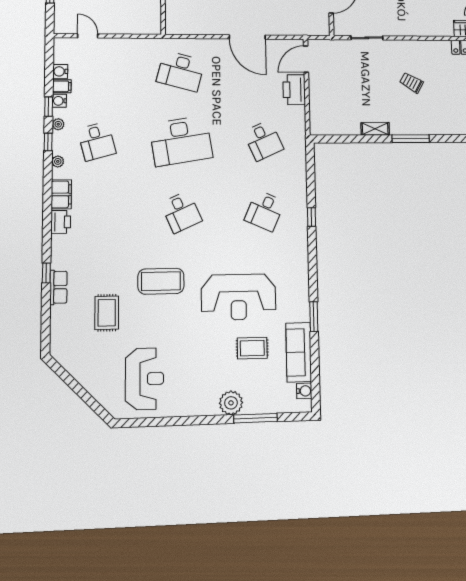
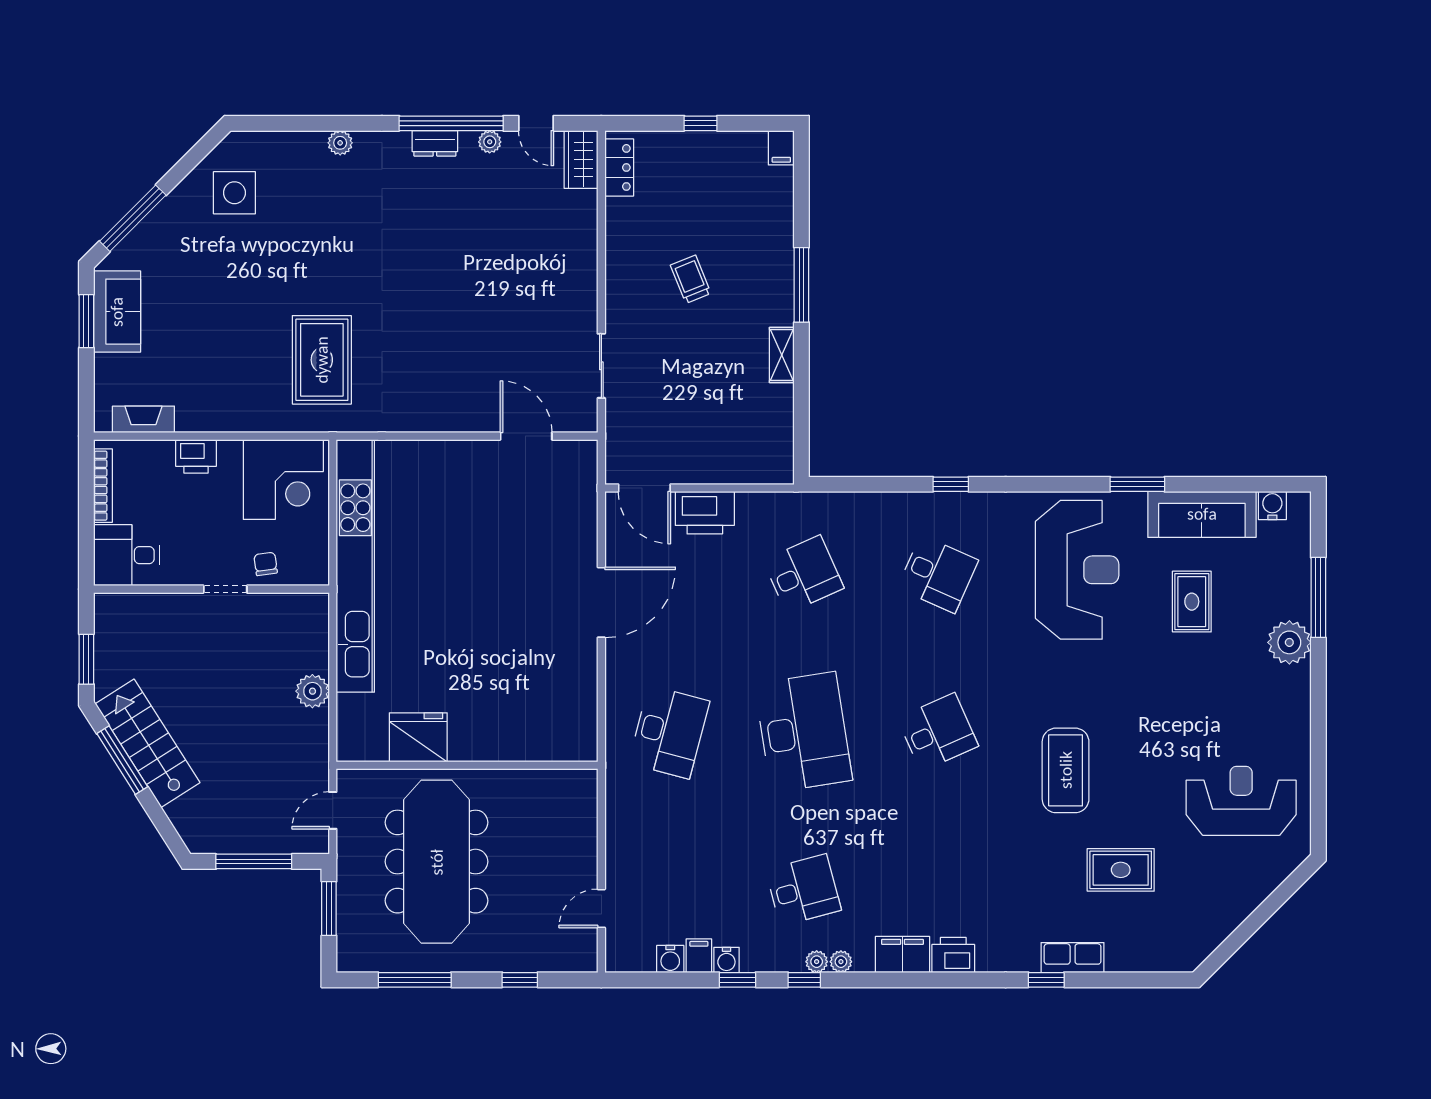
trolley: (411, 83) -> (691, 279), turned 128
plant: (58, 124) -> (817, 962), moved
reception desk: (239, 297) -> (1077, 570), moved

